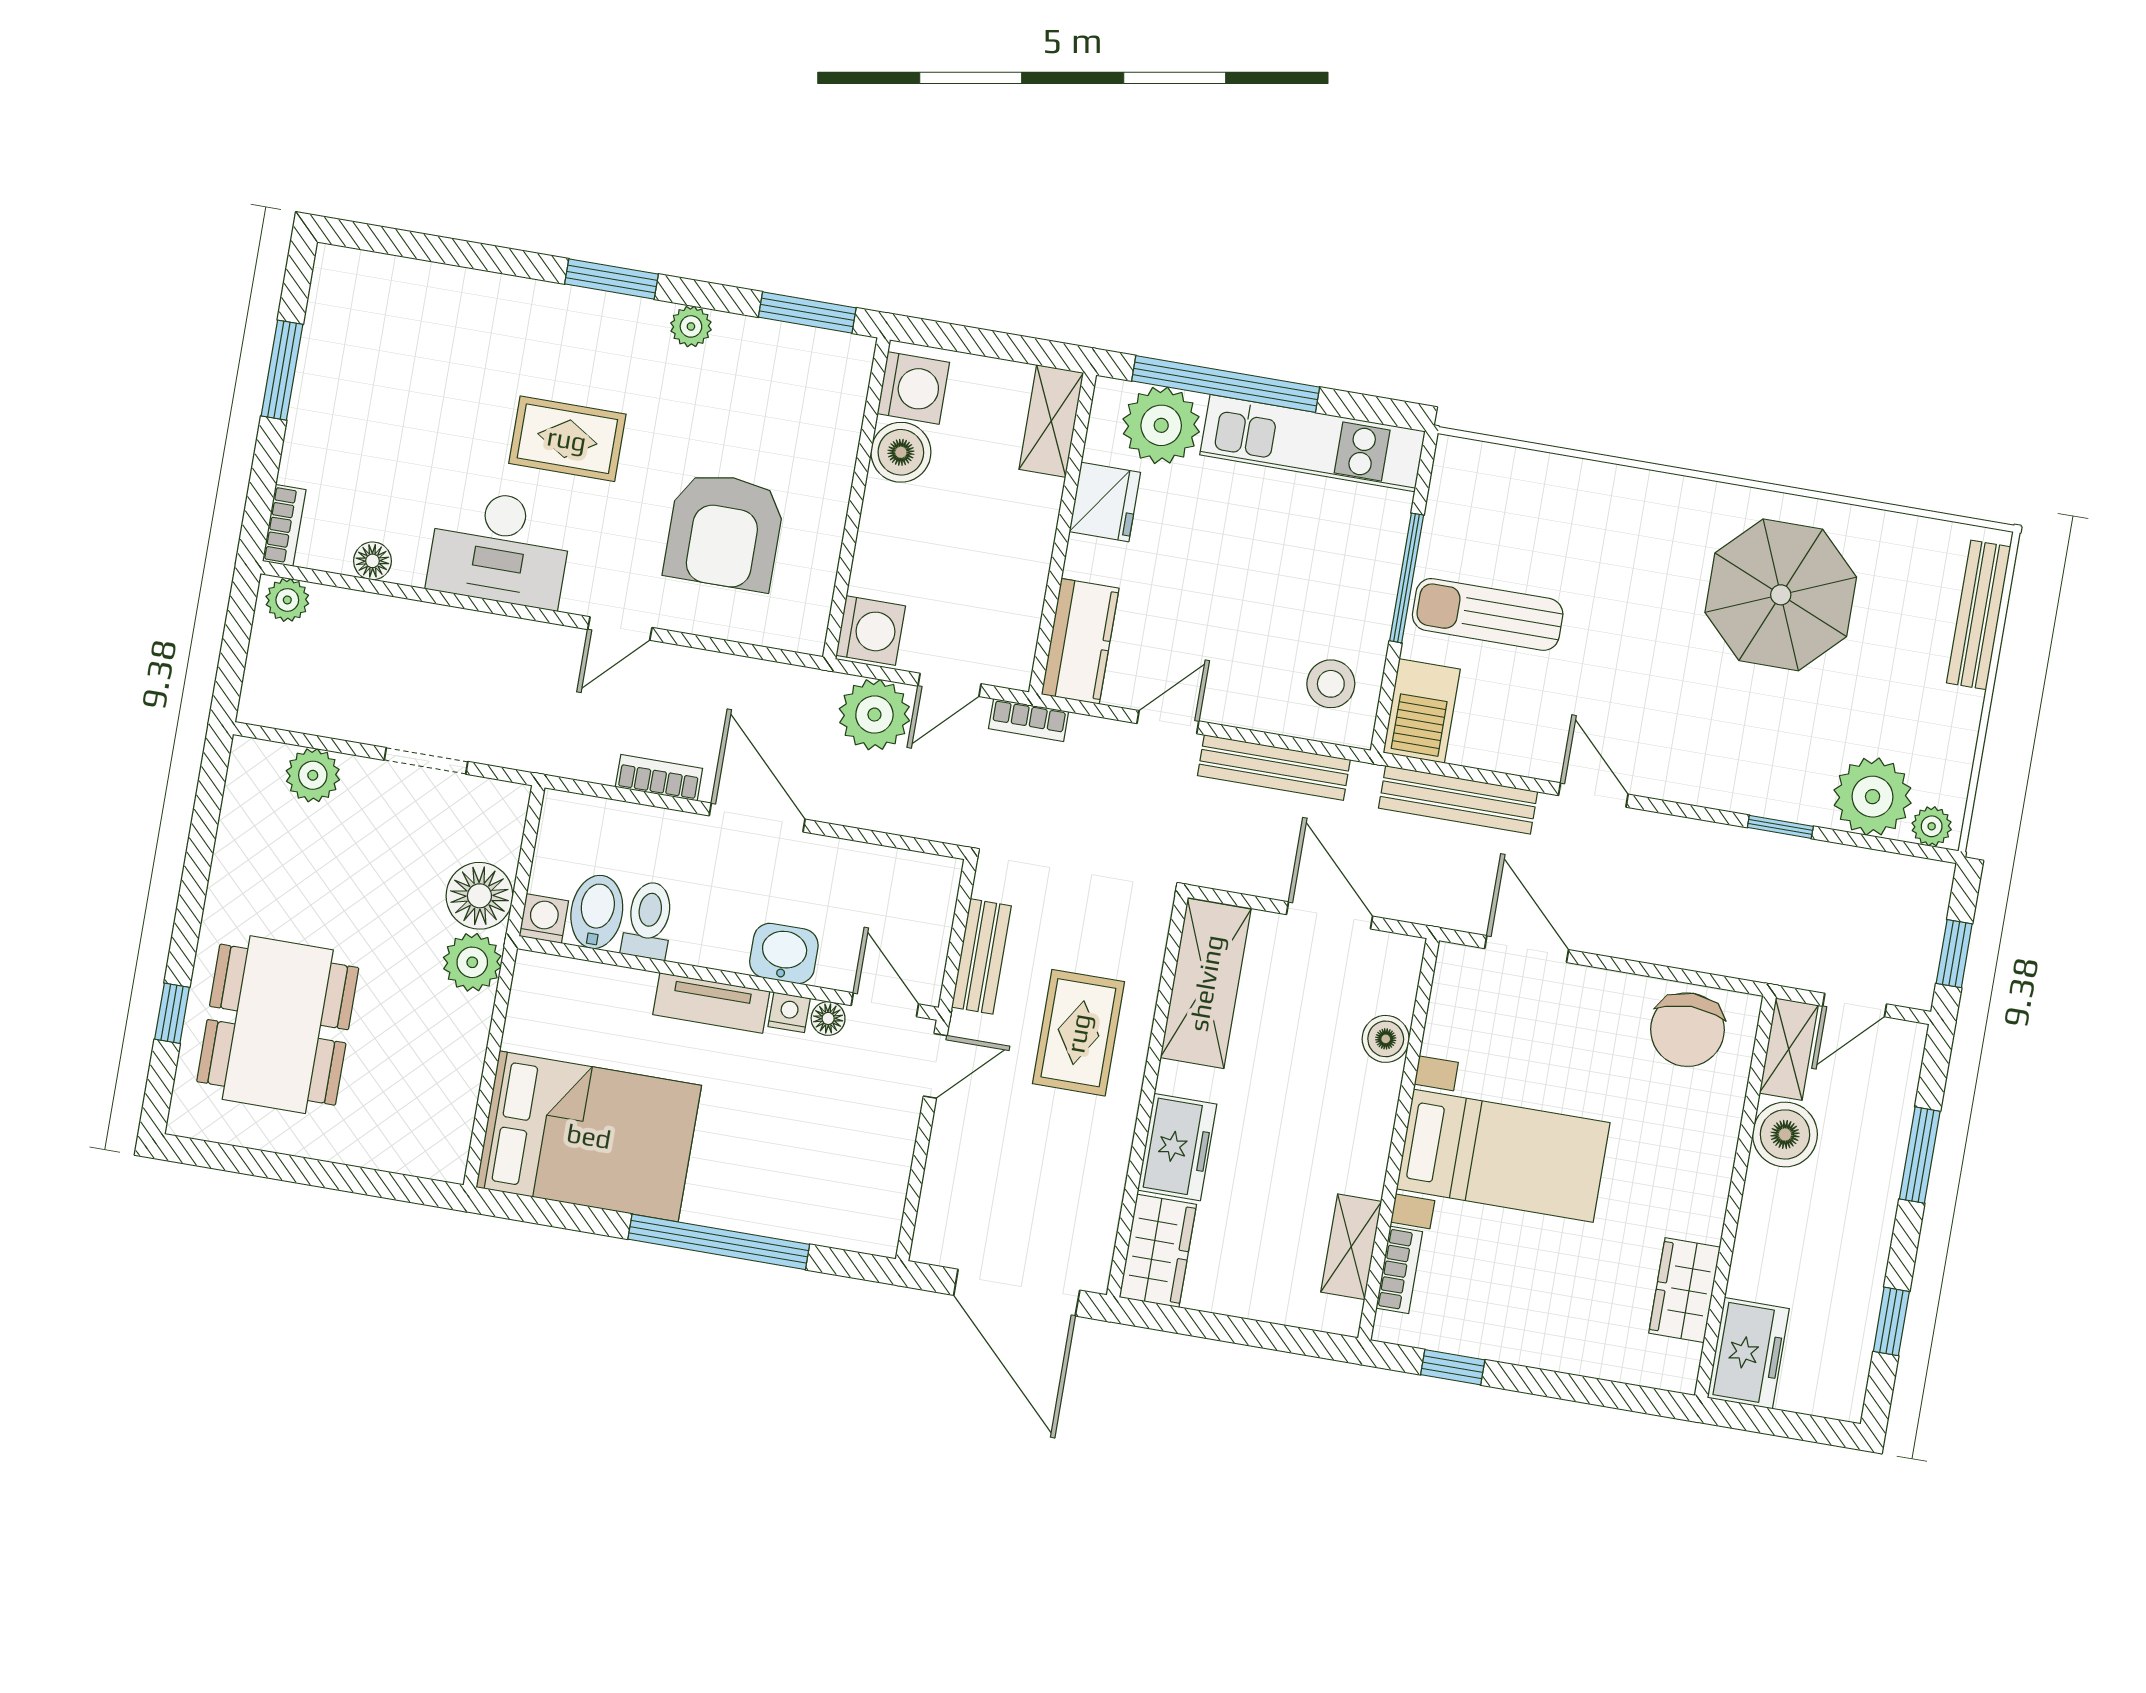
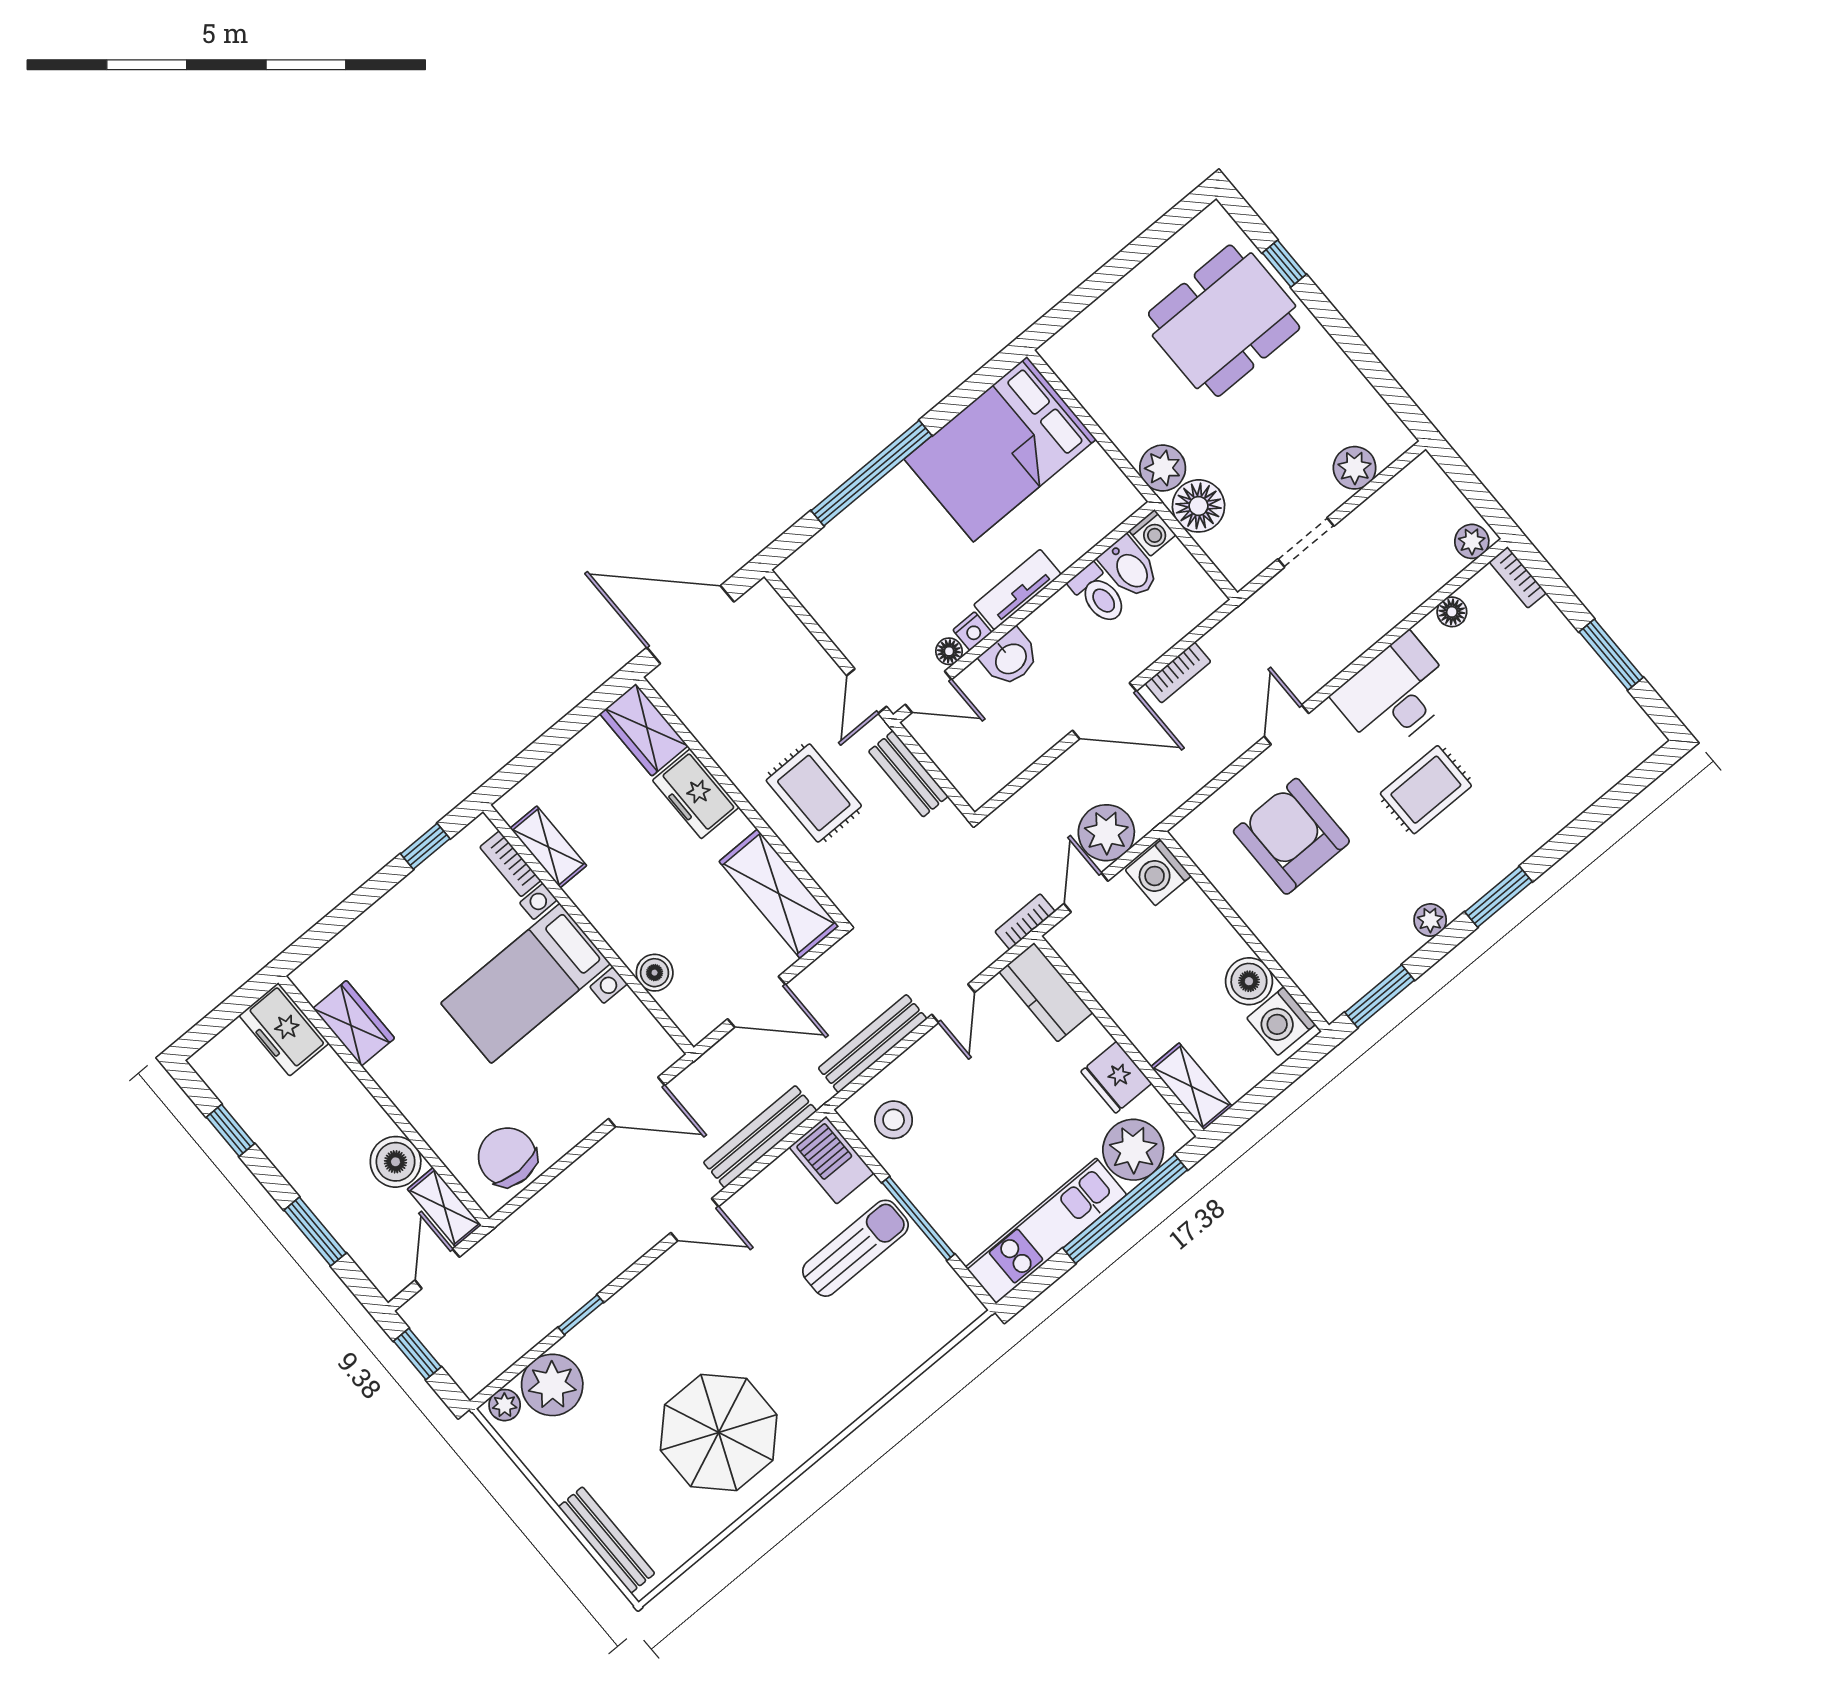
dining table: (278, 1025) -> (1224, 321), turned 90

